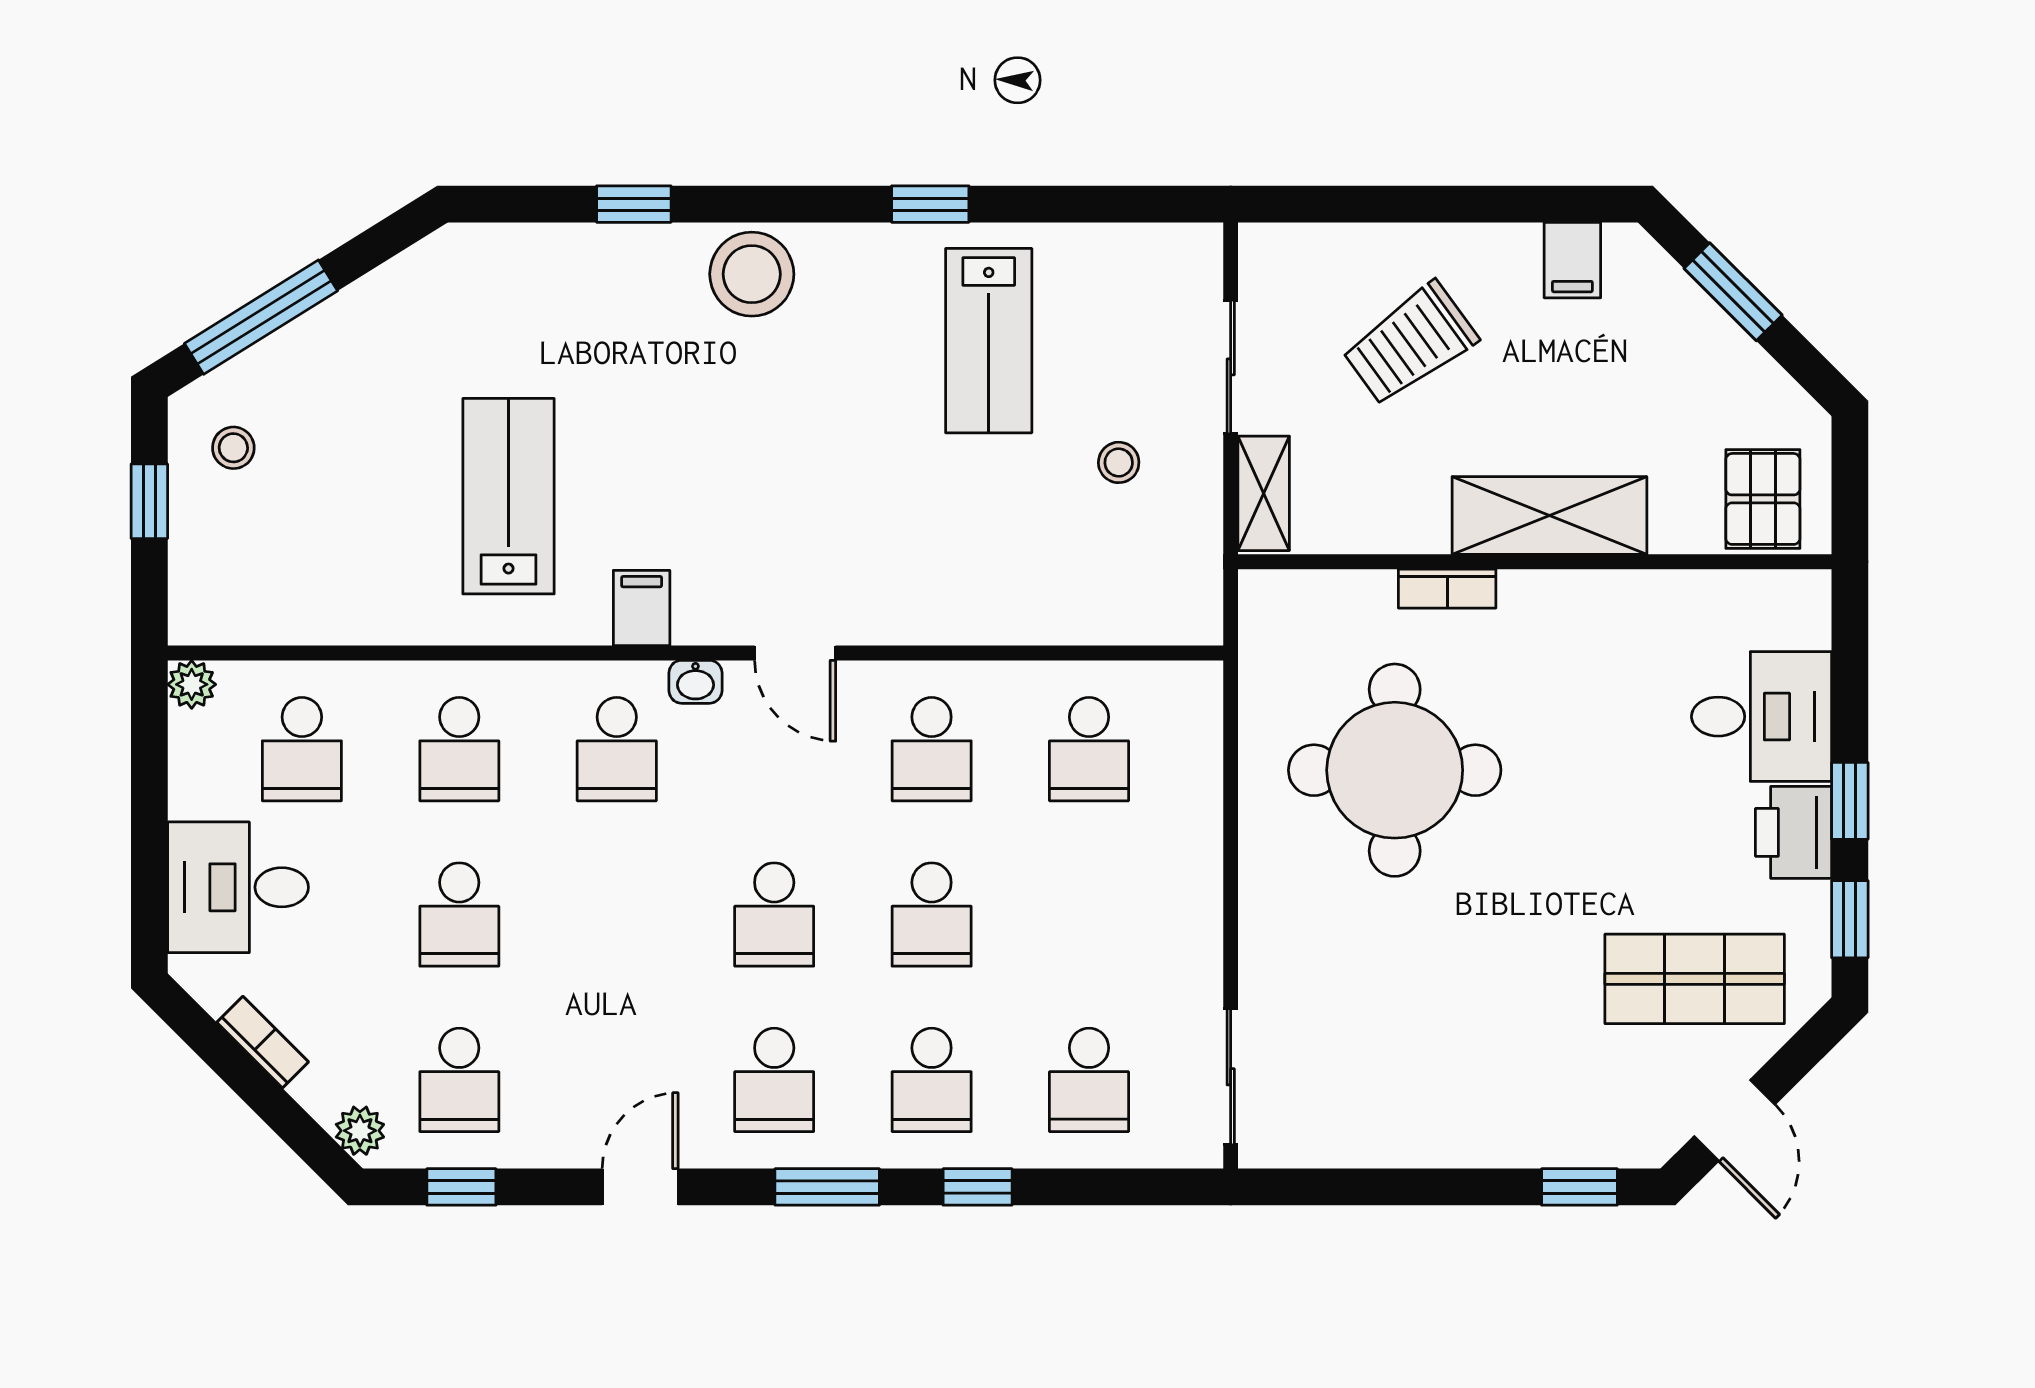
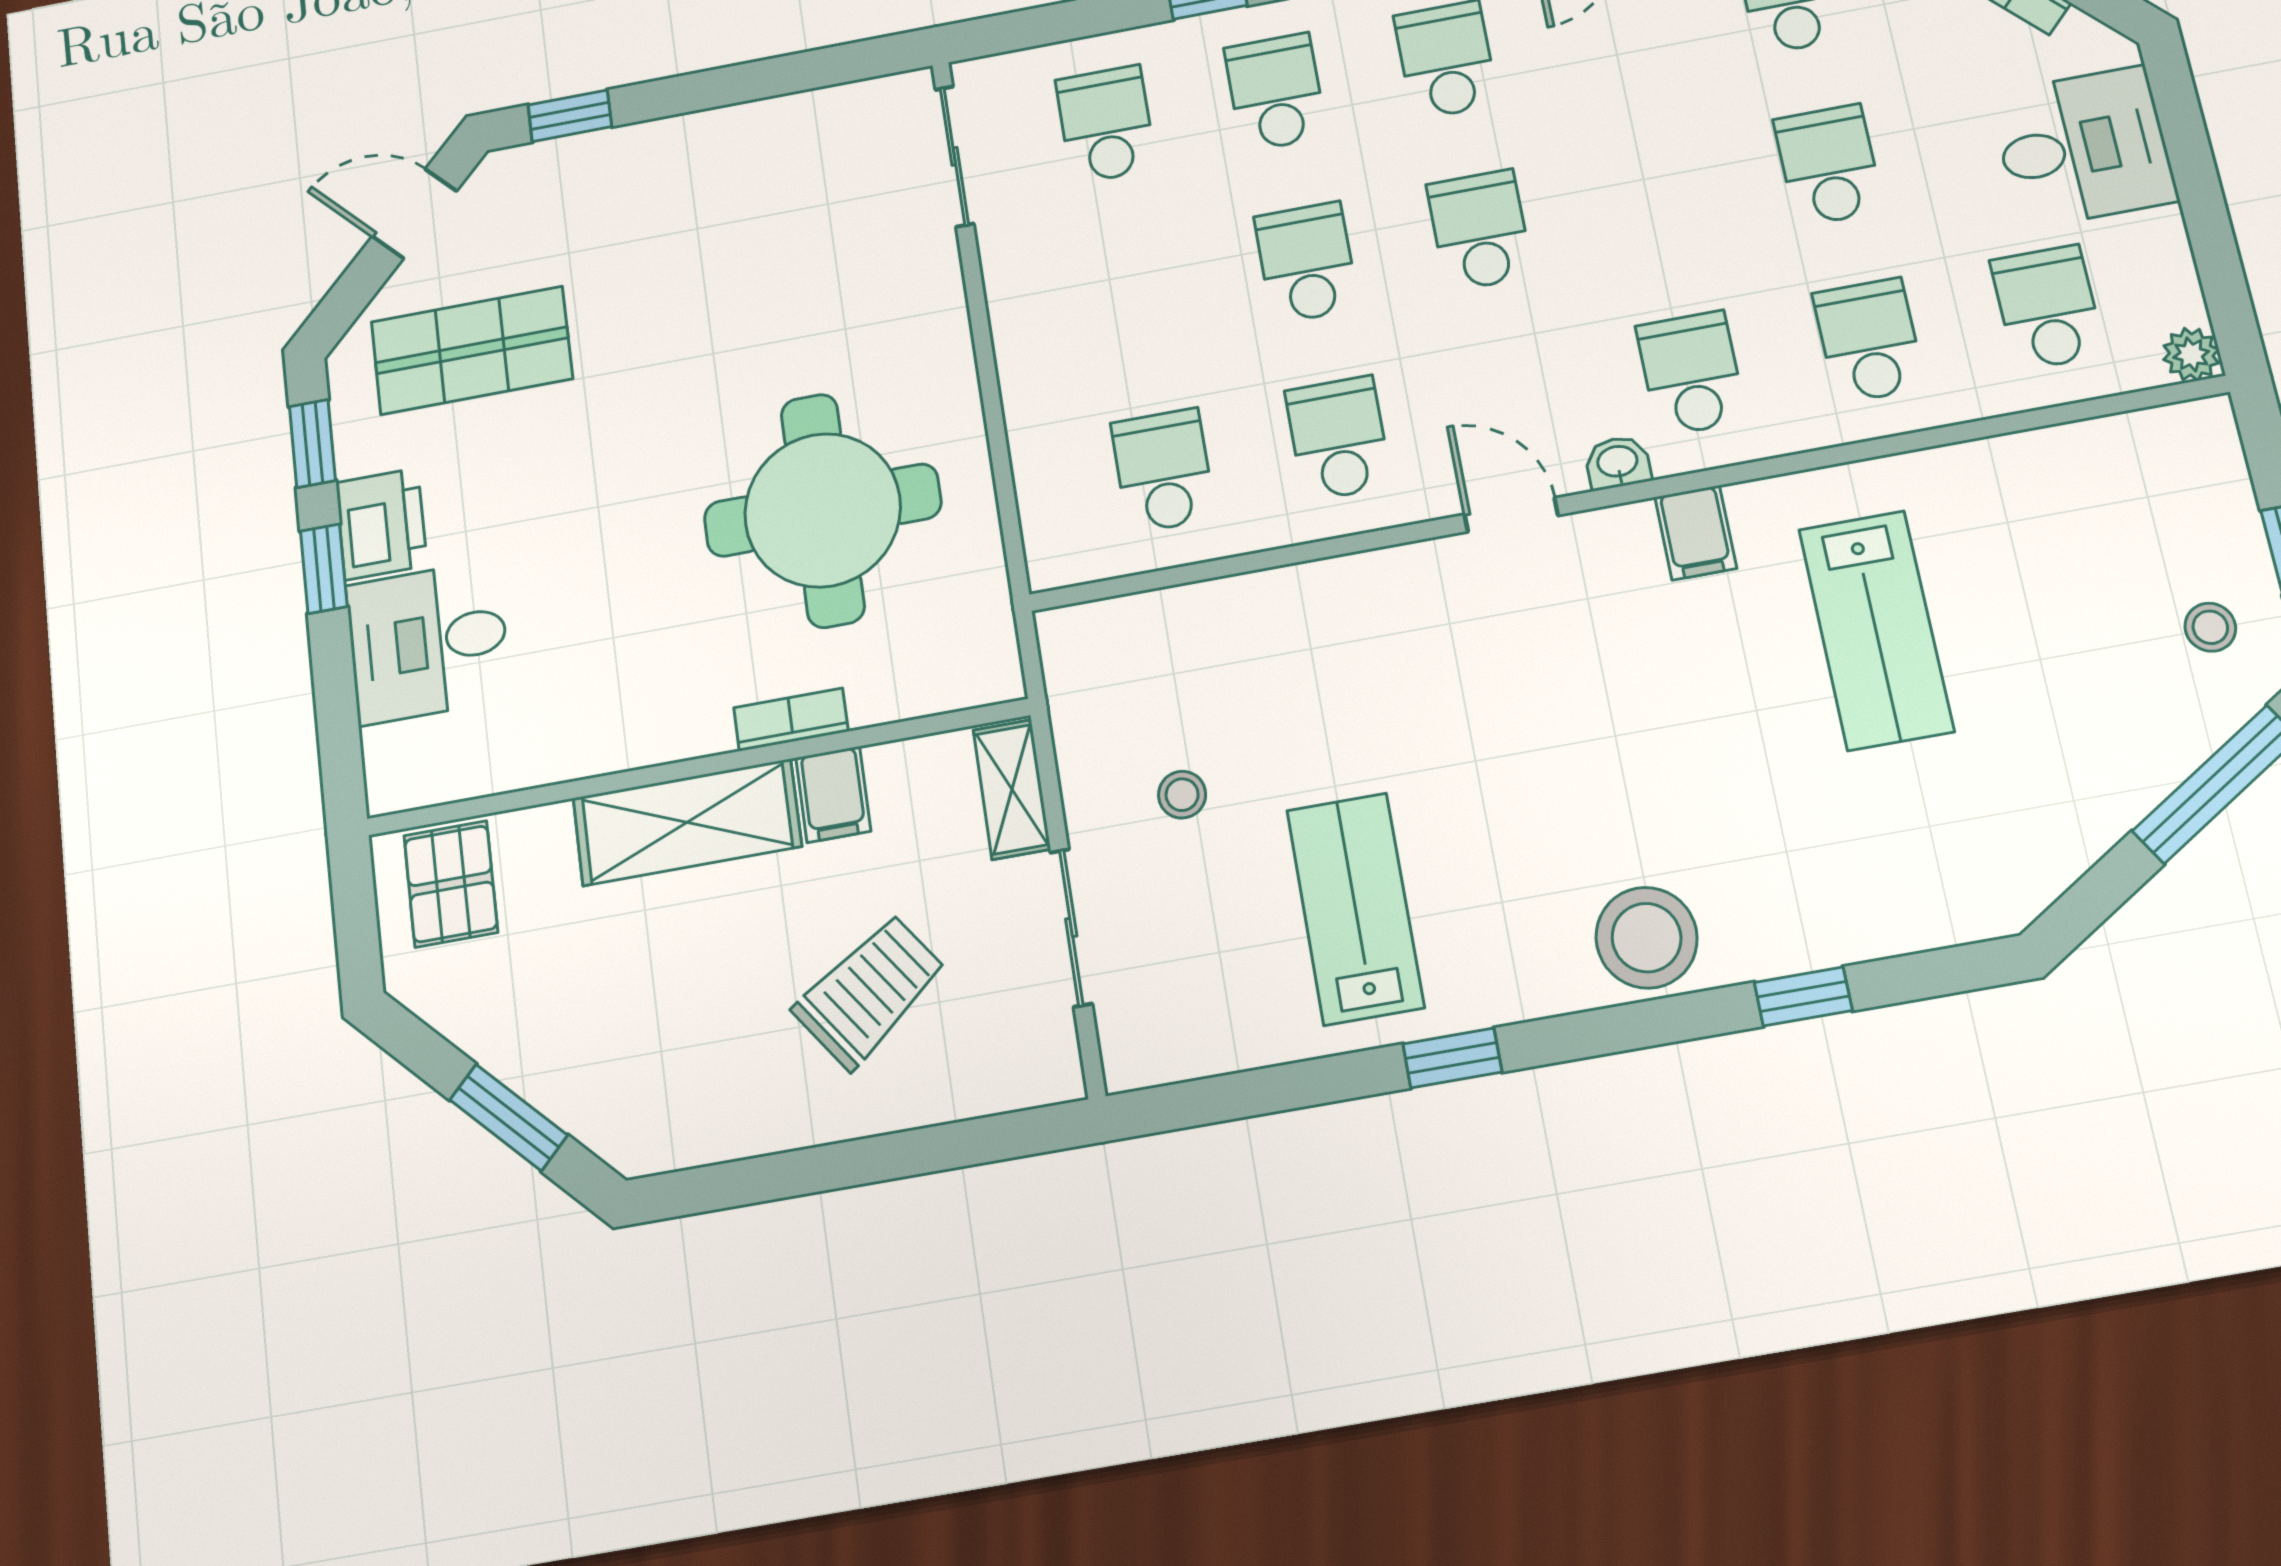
filing cabinet: (1572, 260) -> (833, 794), moved, turned 180
door: (1735, 1120) -> (414, 214), hinge flipped

